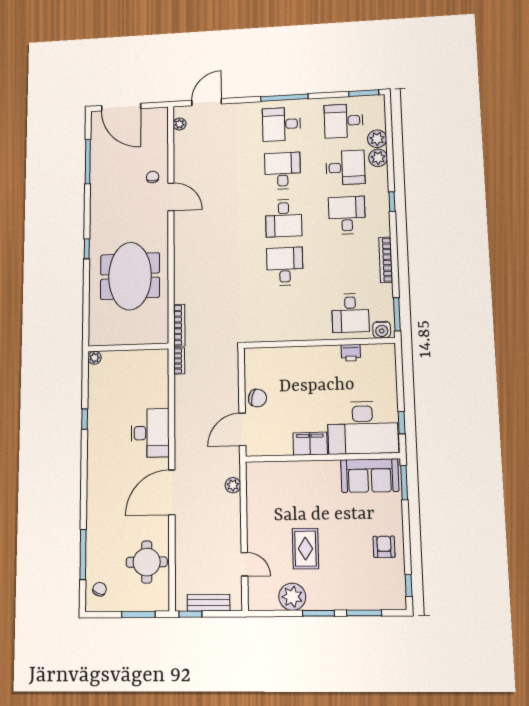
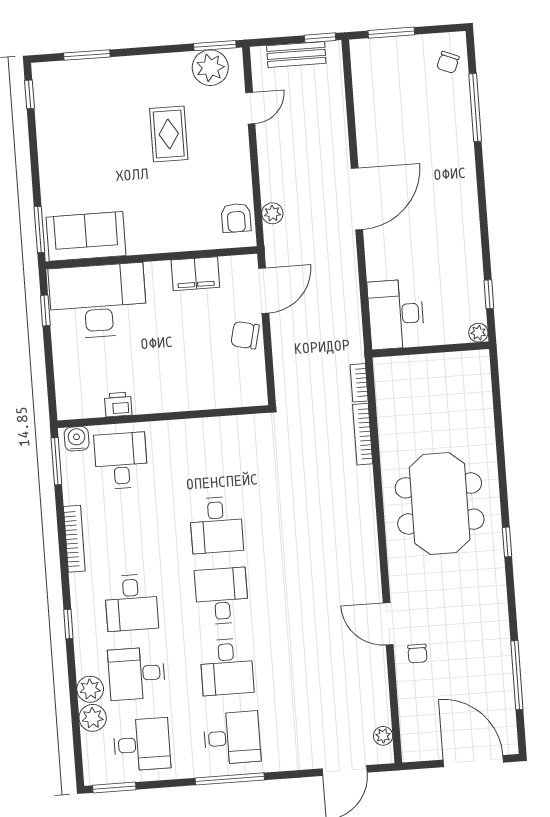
wall: (128, 347) -> (430, 350), moved
plant: (94, 358) -> (478, 333), moved
desk: (150, 433) -> (396, 314), moved
filing cabinet: (310, 444) -> (195, 274), moved
armchair: (384, 547) -> (236, 218), moved
round table: (147, 562) -> (385, 103), removed
door: (244, 564) -> (250, 108), swing flipped
plant: (292, 597) -> (210, 68), moved
window: (318, 613) -> (215, 46), moved

